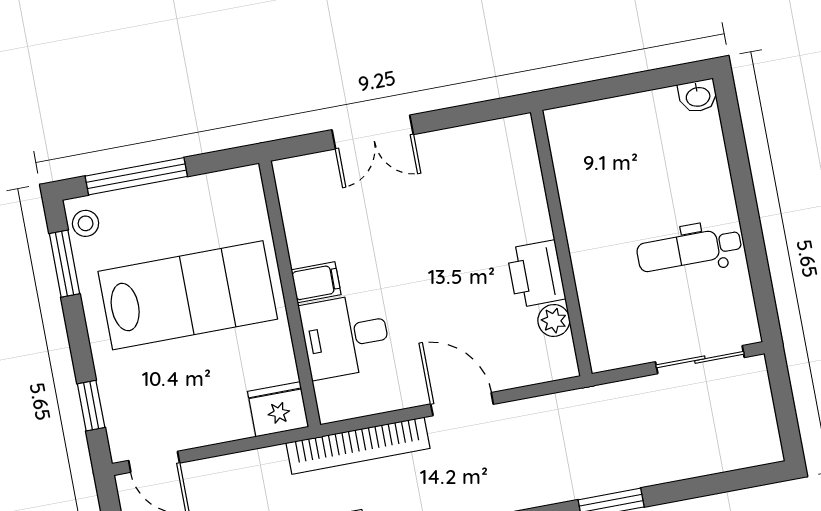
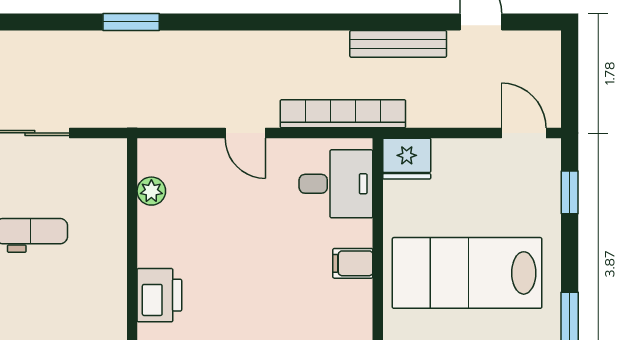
printer: (536, 274) -> (159, 295), moved
desk: (345, 336) -> (336, 184), moved
door: (462, 404) -> (245, 133), width x0.73

